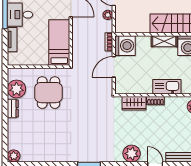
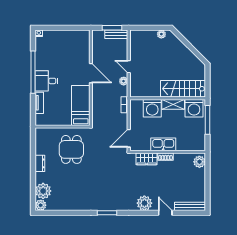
washing machine: (125, 46) -> (152, 108), moved, turned 90
door: (114, 67) -> (129, 138), moved
kitchen sink: (167, 87) -> (163, 144), moved
plant: (16, 89) -> (43, 191), moved

